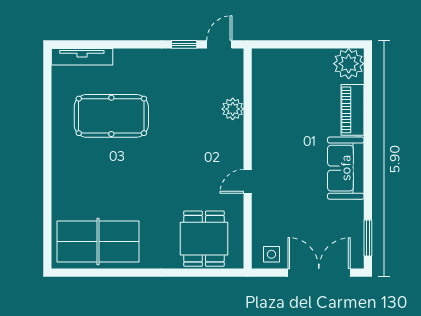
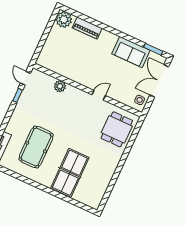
sofa: (346, 168) -> (131, 52), moved
door: (248, 181) -> (99, 95), swing flipped
dining table: (204, 239) -> (117, 129), turned 90
table tennis table: (98, 242) -> (70, 173), moved

